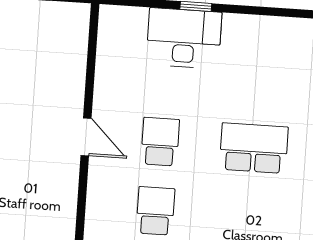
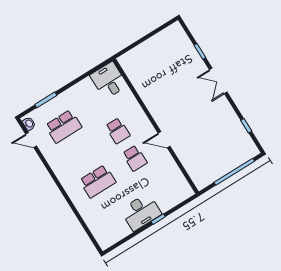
desk: (184, 38) -> (141, 212), moved

